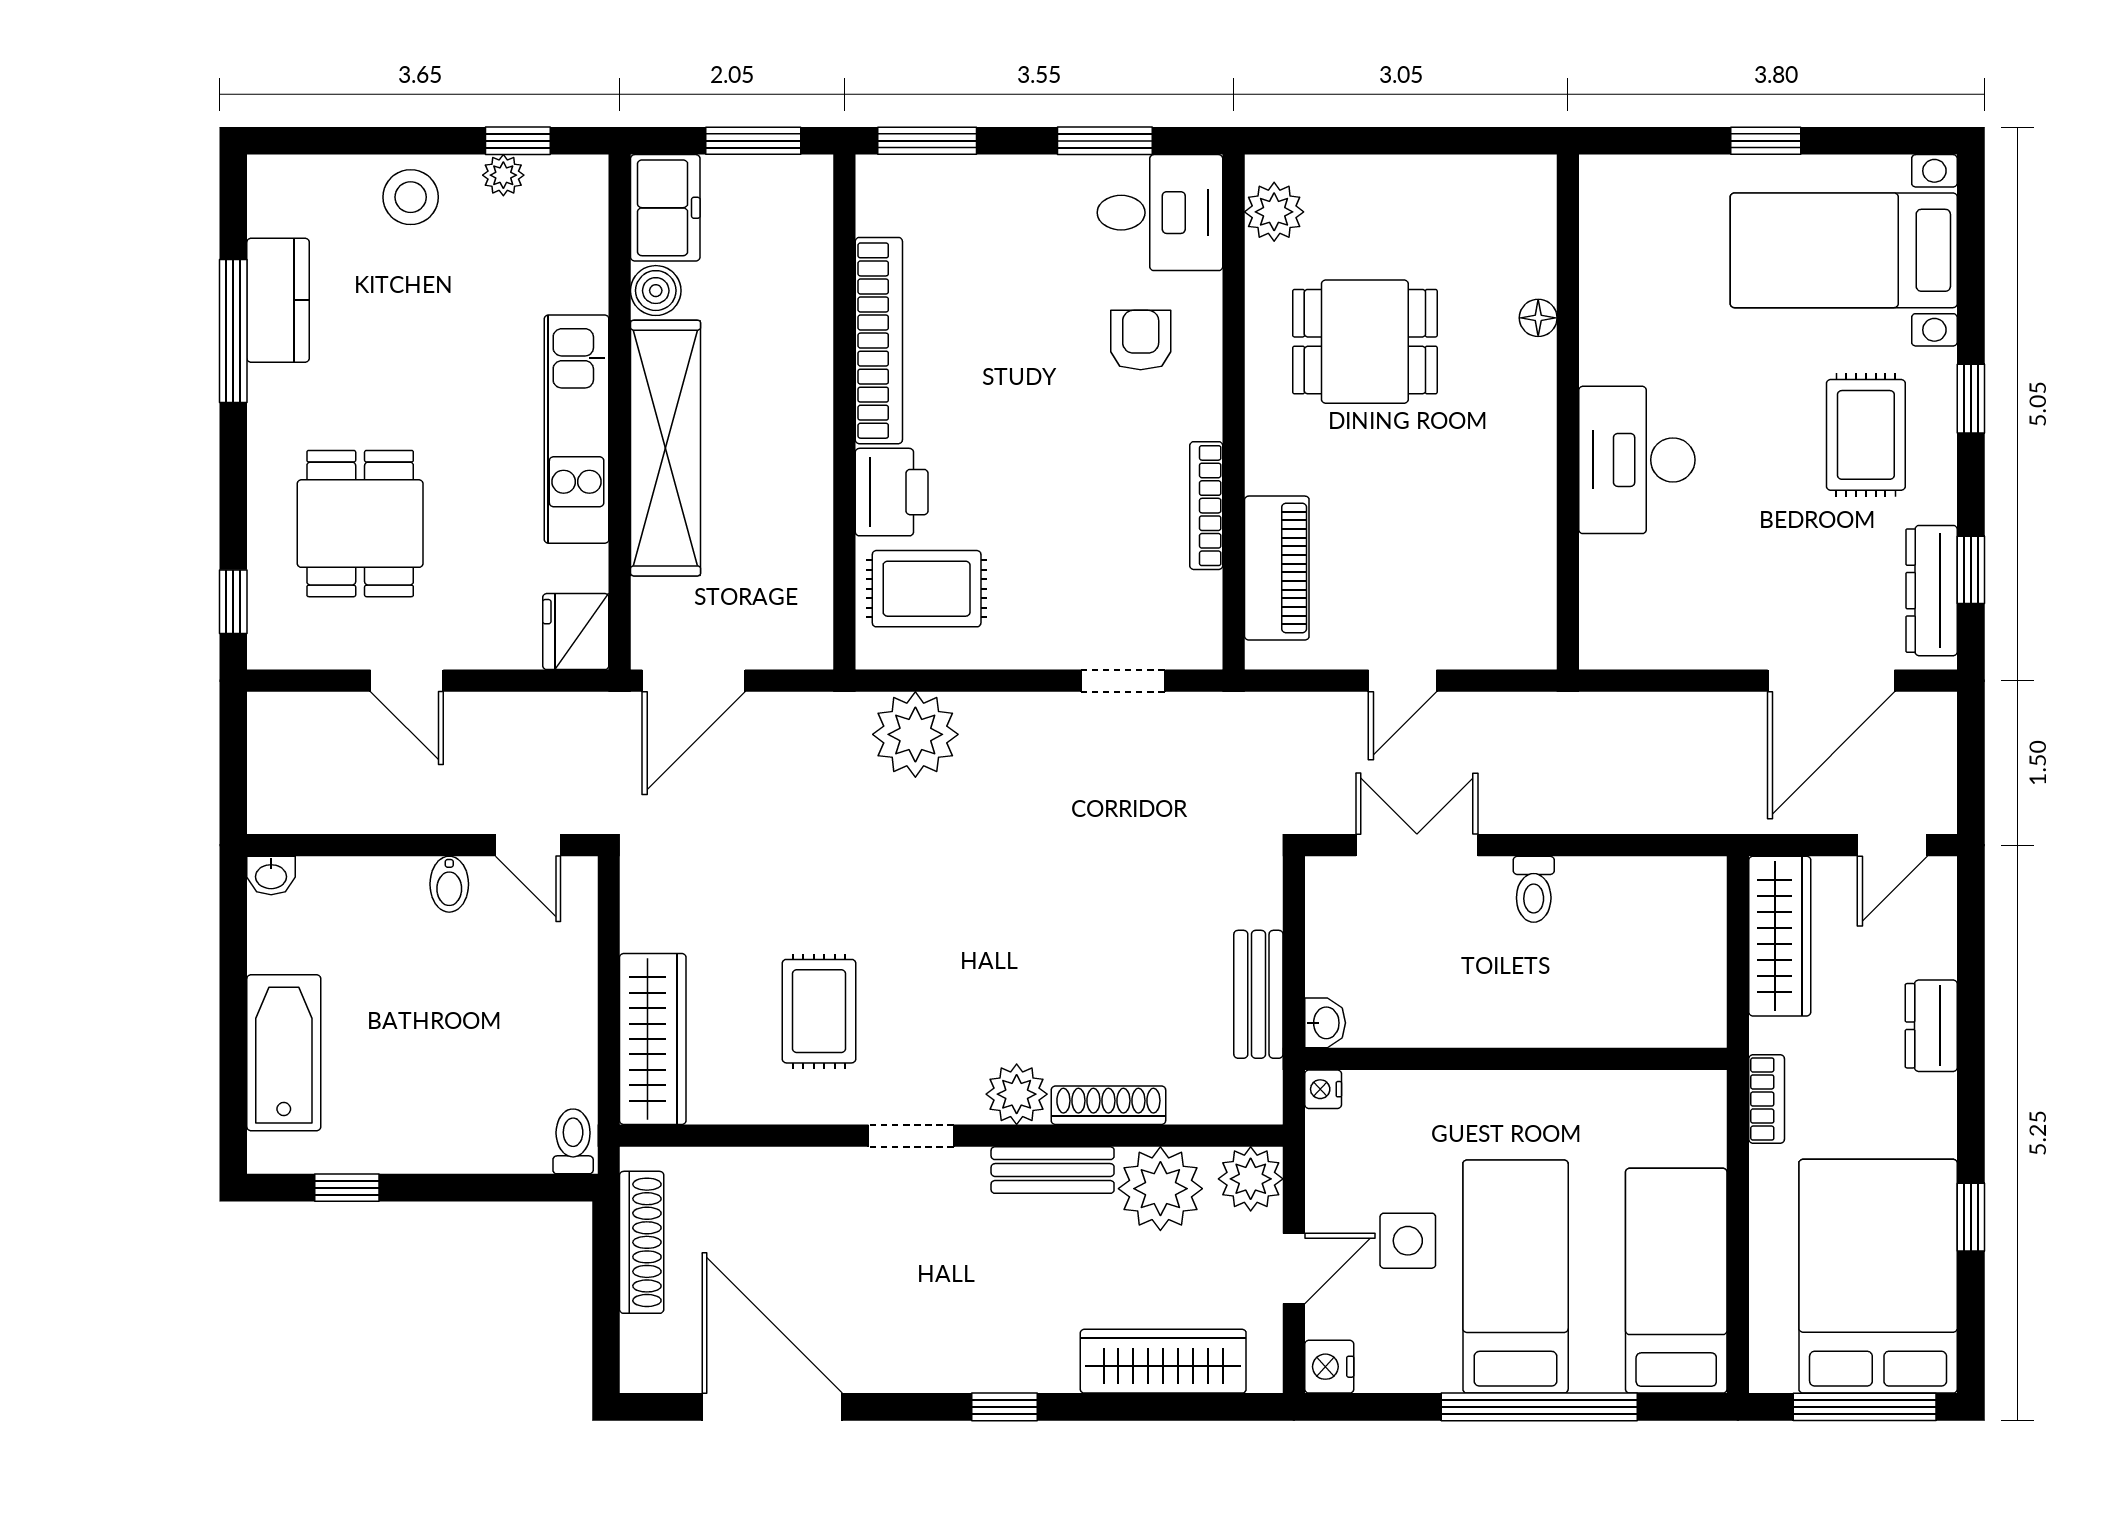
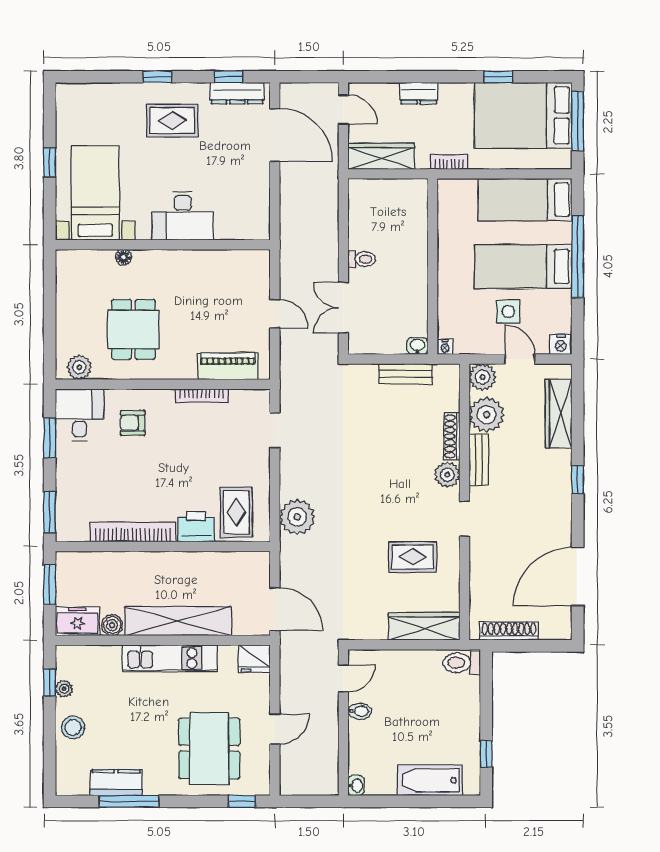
bed with nightstands: (1844, 250) -> (95, 193), moved, turned 180
dining table: (360, 524) -> (209, 748), width x1.38
toilet: (573, 1141) -> (462, 663), width x1.37, depth x1.39

